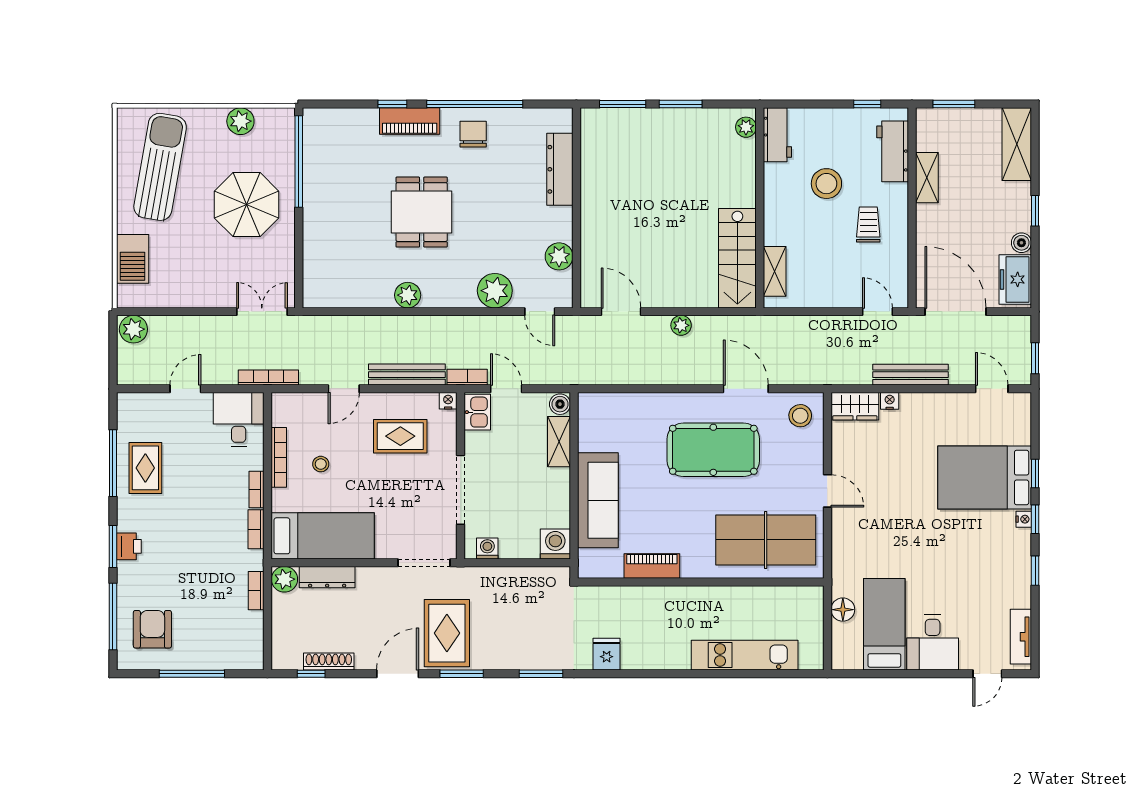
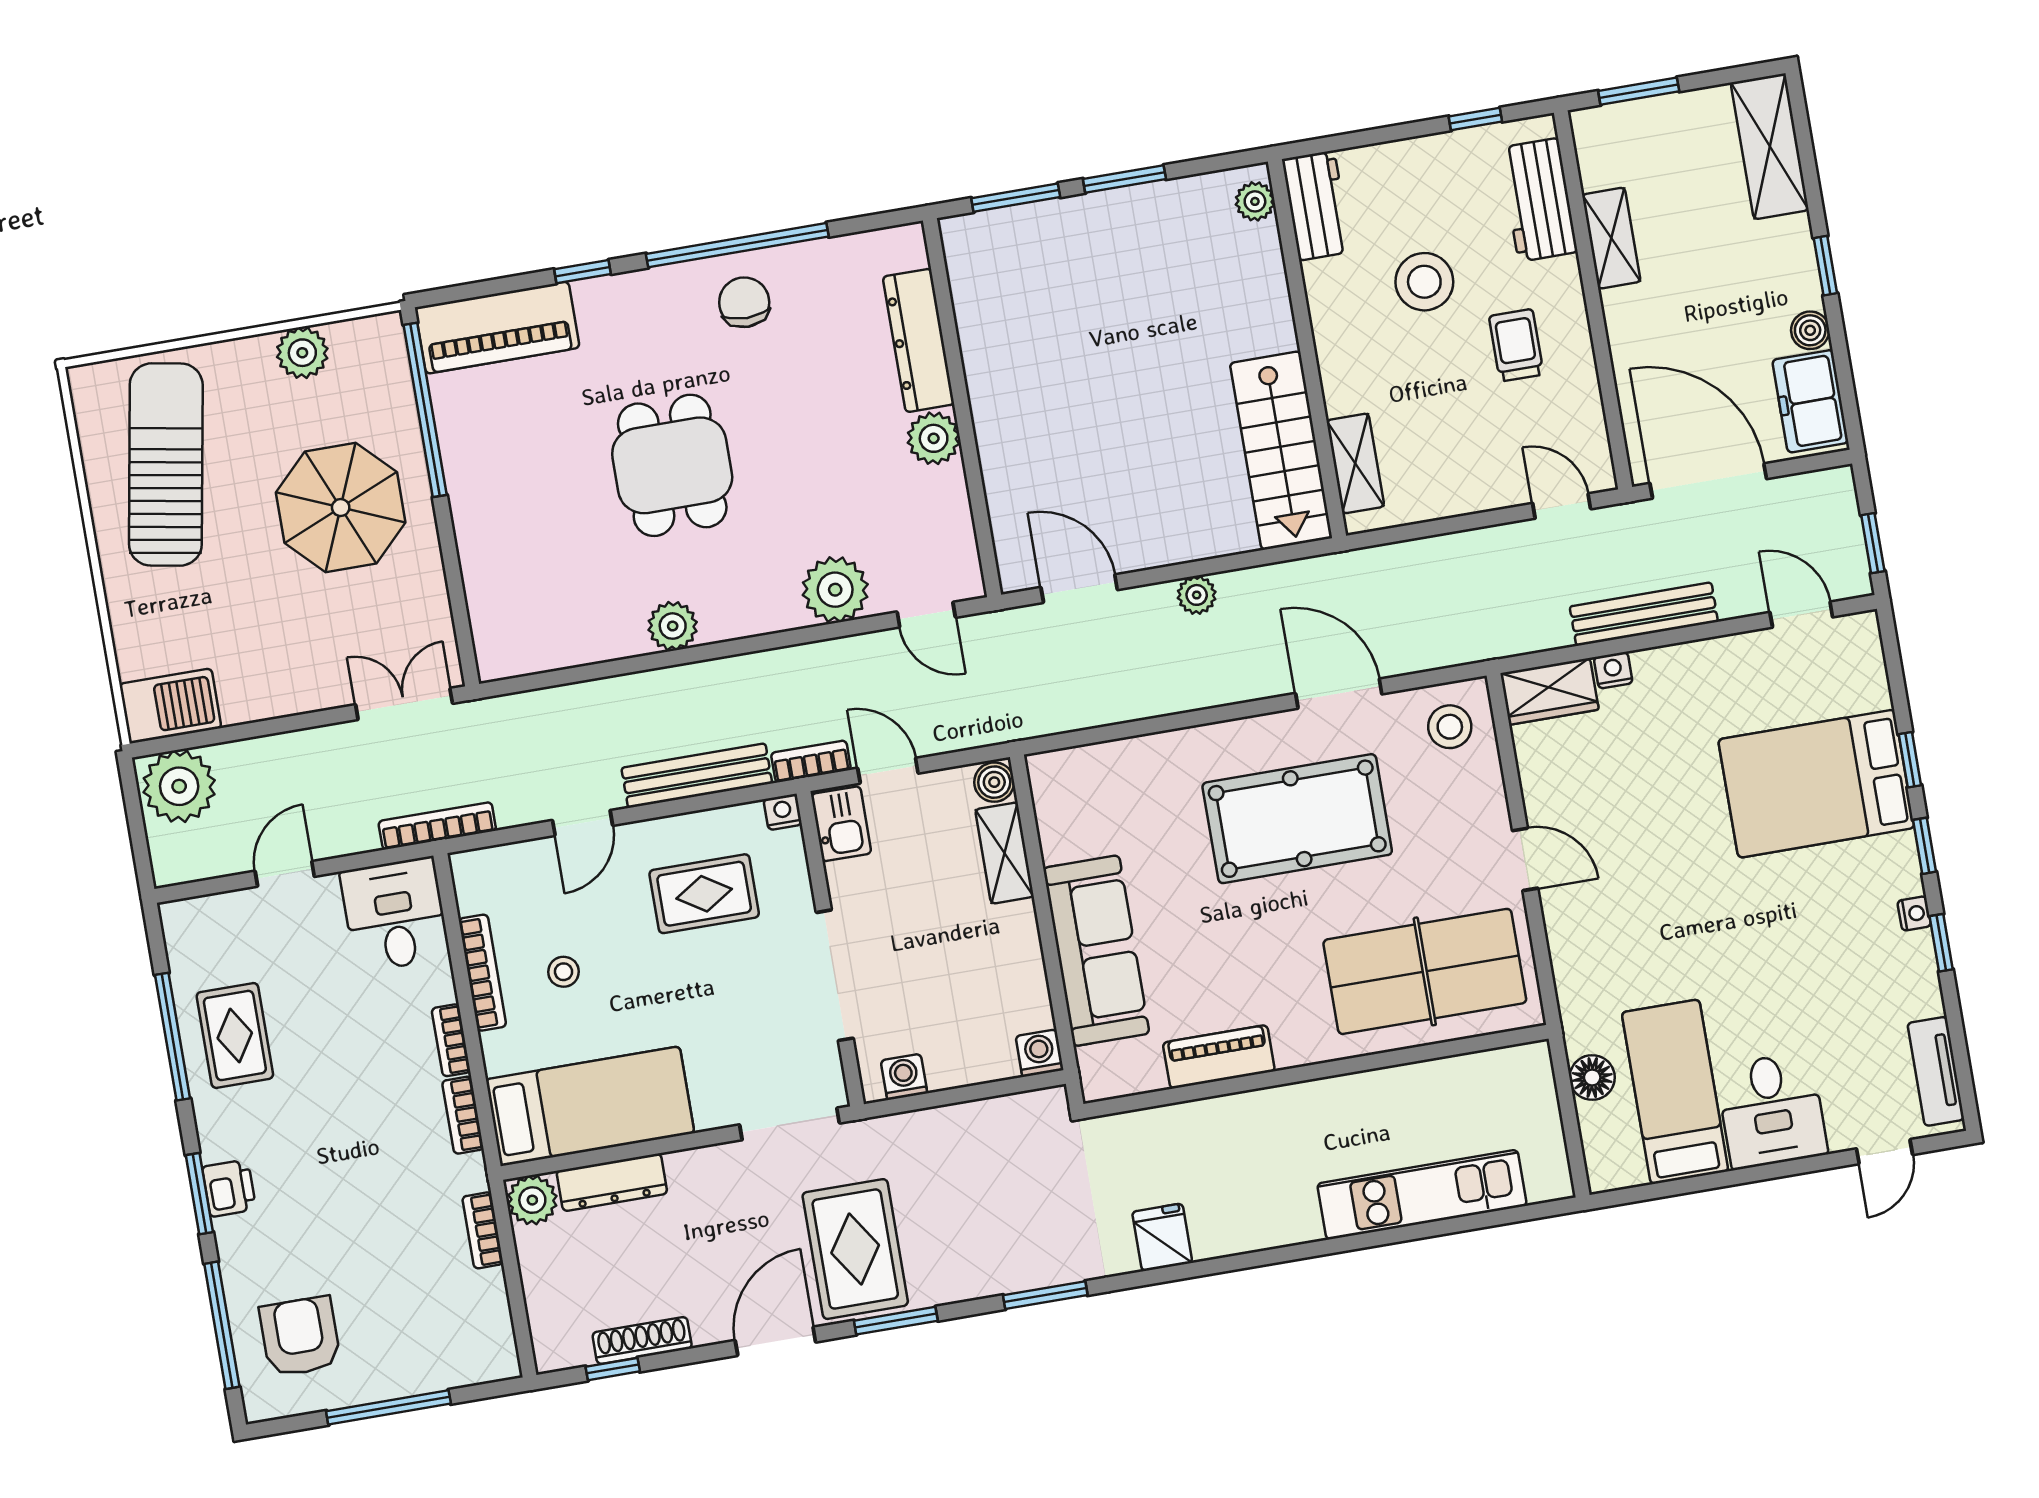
piano: (410, 121) -> (497, 328), moved, width x1.37, depth x1.33
plant: (559, 256) -> (934, 438), moved
barbecue: (133, 259) -> (170, 706), moved, turned -90
plant: (133, 329) -> (179, 786), width x1.36, depth x1.36
nightstand: (1024, 519) -> (1914, 913), moved
washing machine: (555, 544) -> (1040, 1053), width x0.73, depth x0.73

